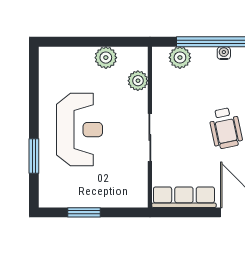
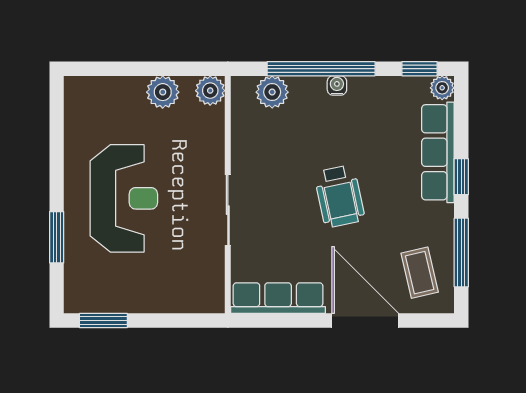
plant: (138, 81) -> (210, 91), moved
window: (84, 212) -> (103, 321), moved

